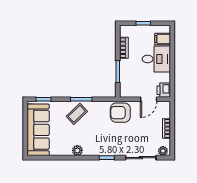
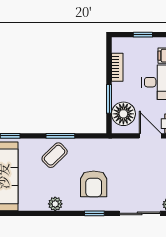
floor lamp: (129, 83) -> (123, 114), added
door: (149, 99) -> (150, 136), swing flipped
armchair: (120, 113) -> (94, 184), moved, turned -90

